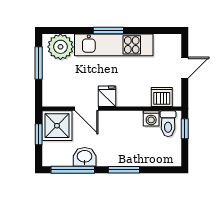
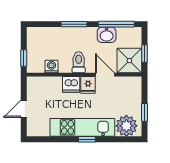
window: (108, 31) -> (87, 139), width x0.67
window: (39, 63) -> (145, 112), width x0.67
dishwasher: (162, 97) -> (71, 84), moved
toilet: (168, 124) -> (79, 62), moved

